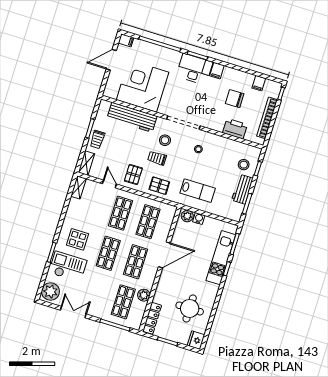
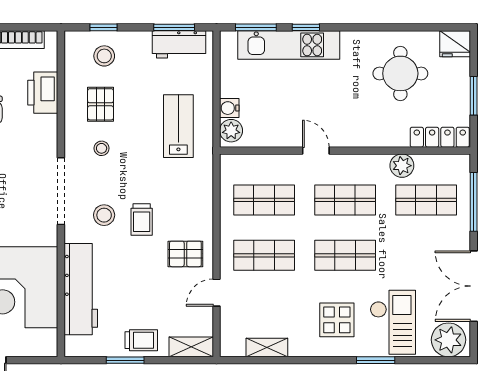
pallet: (159, 186) -> (101, 104), moved
shelving: (79, 187) -> (267, 347), moved
workbench: (242, 189) -> (179, 44), moved
door: (164, 255) -> (316, 151), width x0.53
checkout: (68, 267) -> (393, 322), turned 180
double door: (73, 312) -> (474, 286), width x1.37

